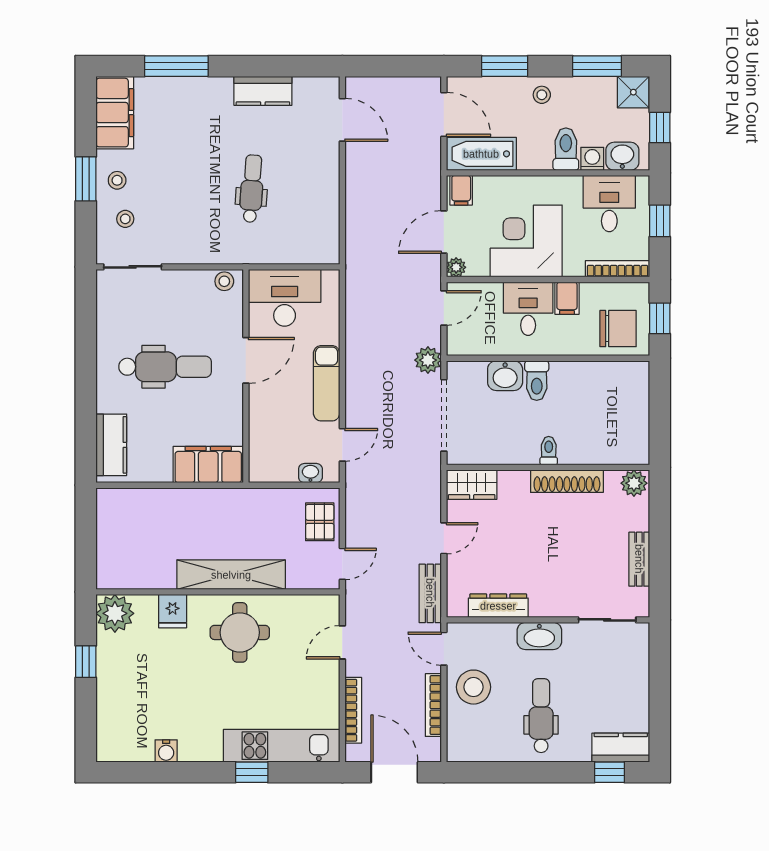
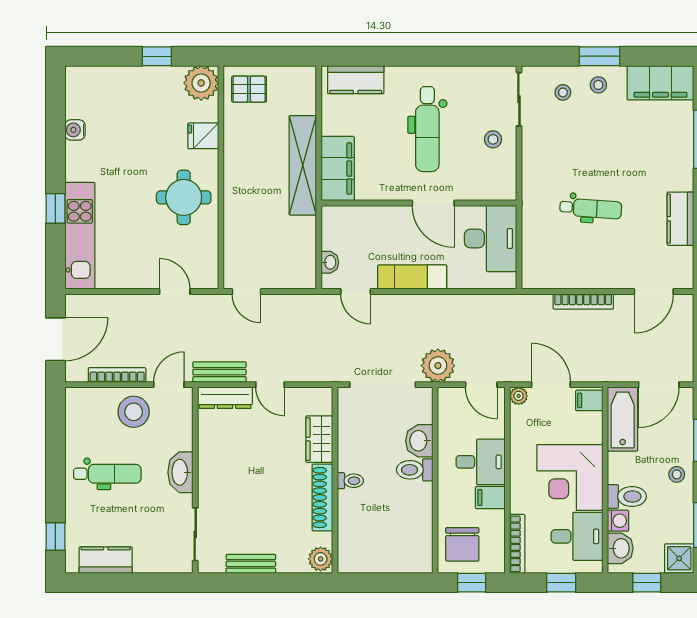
corner desk: (526, 241) -> (570, 478), moved, turned 180
stool: (224, 281) -> (493, 139), moved
plant: (428, 360) -> (438, 366), width x1.36, depth x1.36
wardrobe: (472, 485) -> (319, 439), moved
pallet: (320, 522) -> (249, 89), moved
shelving: (231, 575) -> (303, 165), moved
dresser: (498, 606) -> (225, 398), moved, turned 90
bookcase: (353, 710) -> (583, 302), moved
kitchen counter: (621, 748) -> (106, 560), moved, turned -90

